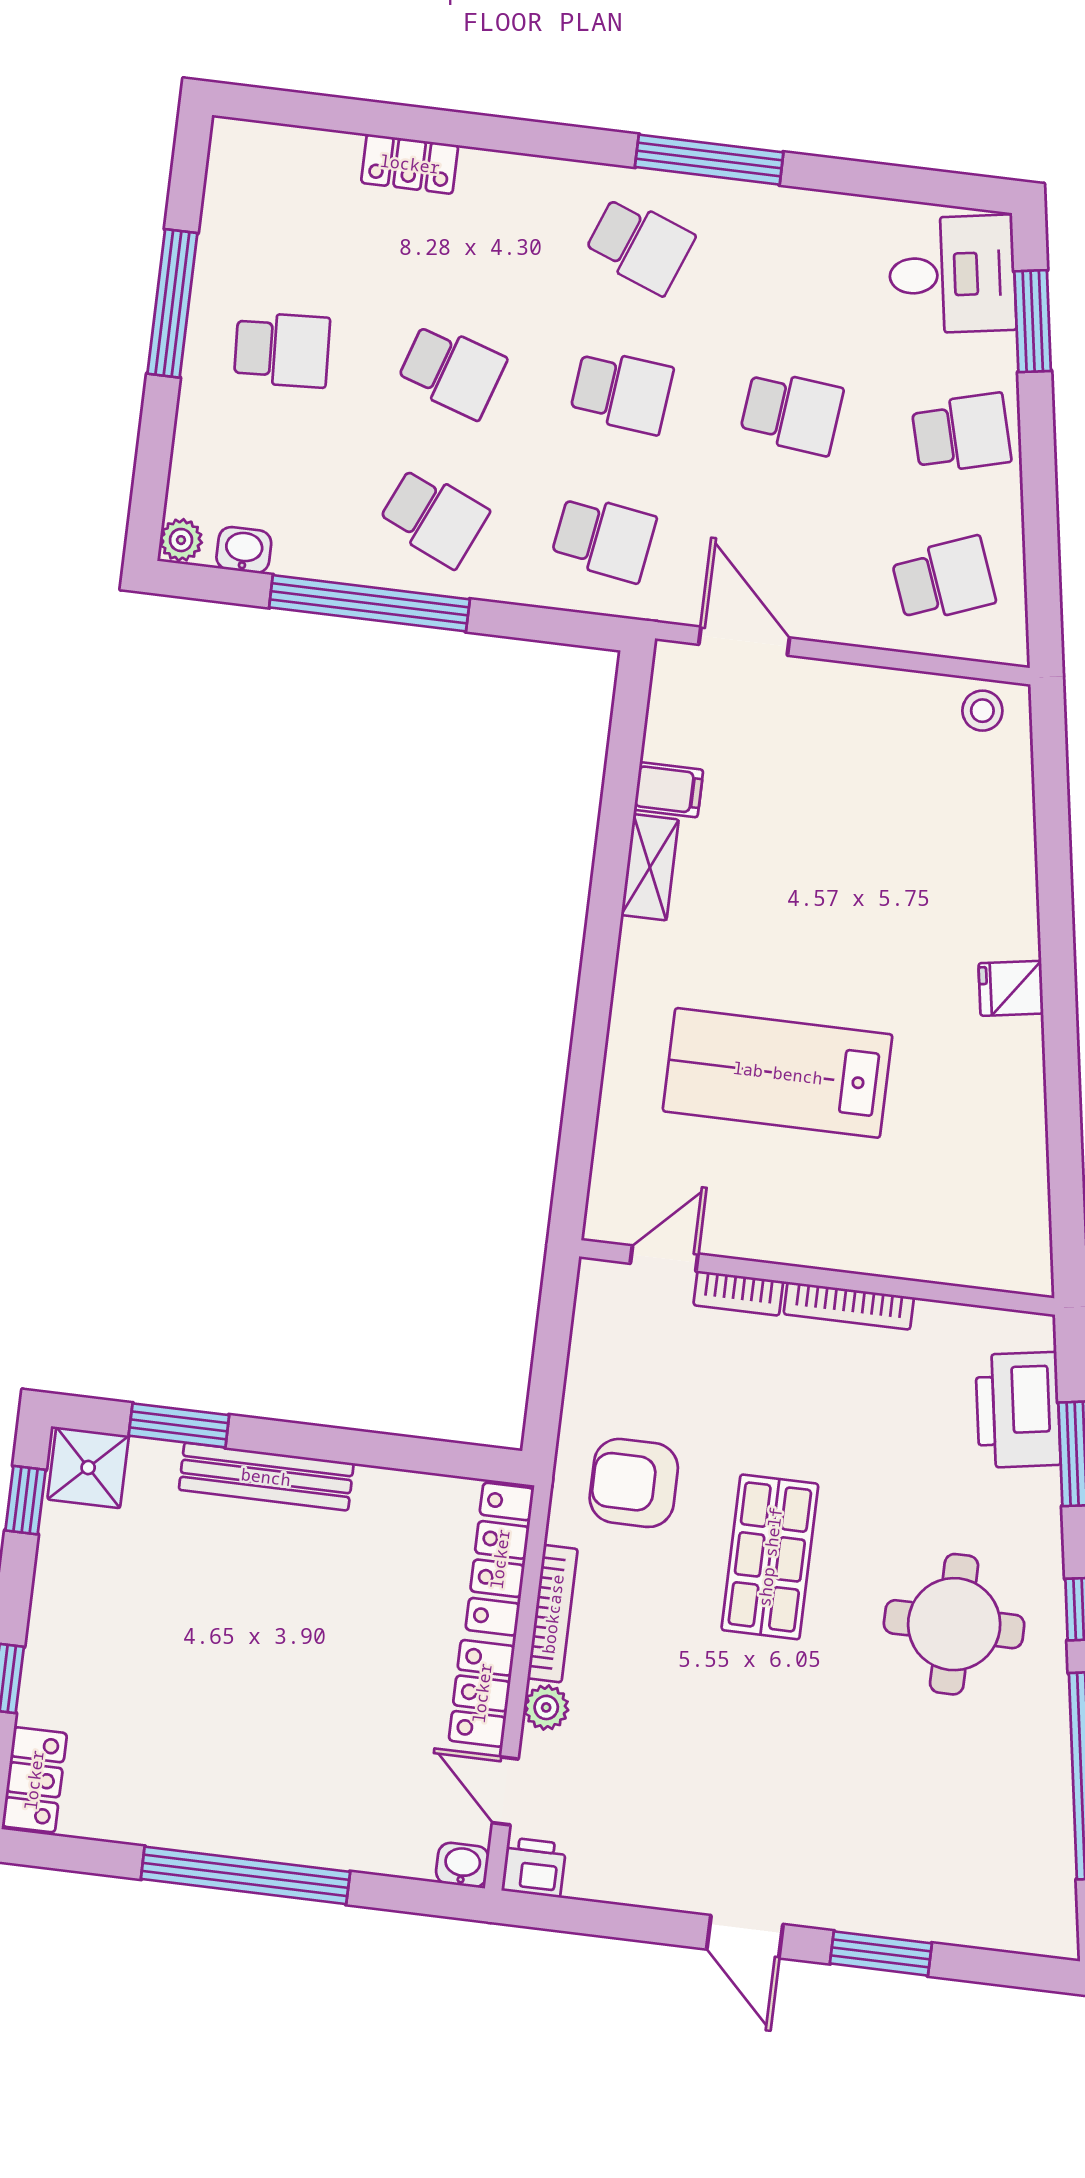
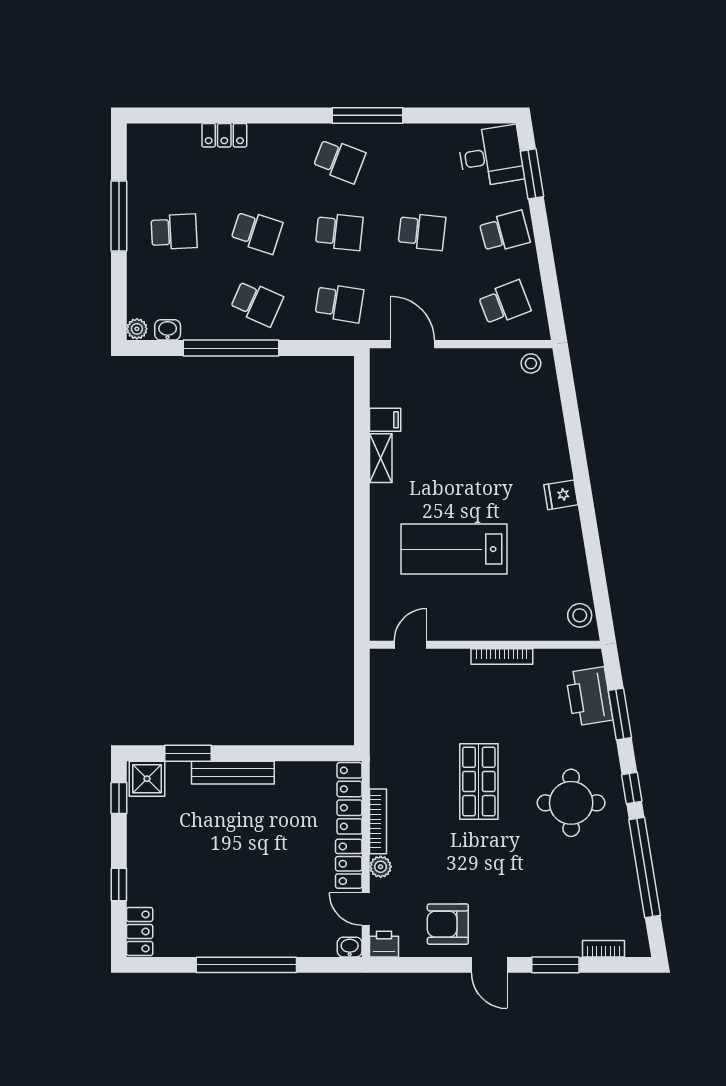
stool: (1019, 1241) -> (580, 615), added
bookcase: (738, 1293) -> (603, 949), moved, turned 180
armchair: (634, 1483) -> (448, 924), moved

